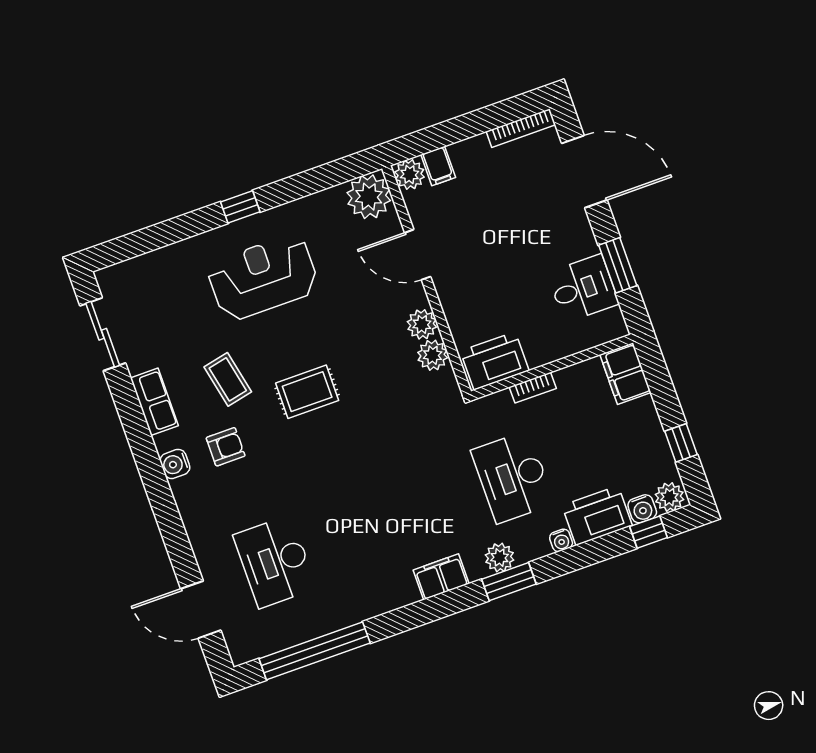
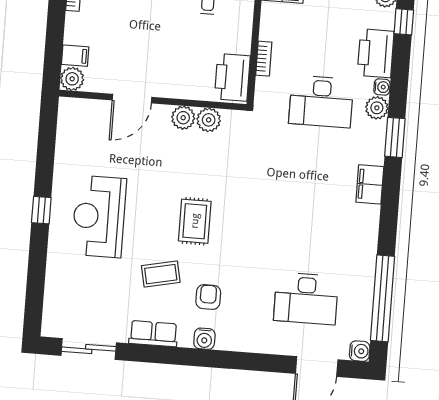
plant: (369, 197) -> (75, 115), removed
water cooler: (642, 509) -> (360, 351), moved
plant: (500, 558) -> (377, 108), moved

